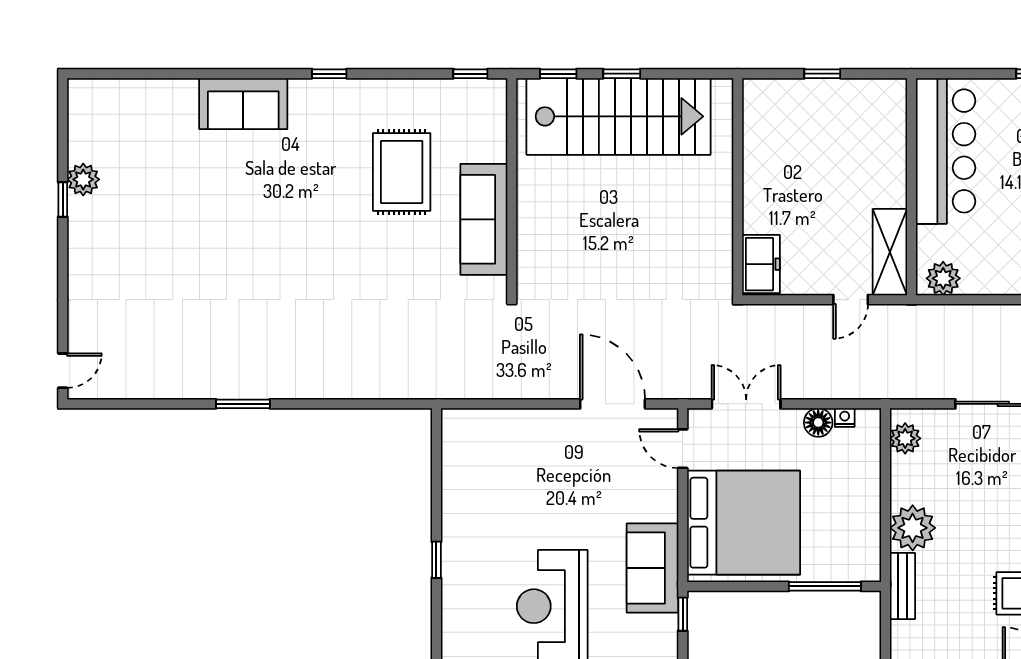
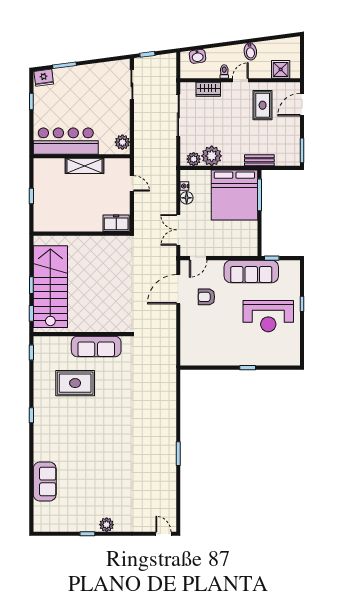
sofa: (243, 104) -> (45, 481), moved
plant: (83, 179) -> (107, 525), moved
shelving: (890, 252) -> (84, 166), moved
armchair: (595, 467) -> (206, 297), added
bed: (744, 523) -> (234, 195), moved, turned 180
plant: (913, 528) -> (212, 156), moved
sofa: (653, 568) -> (251, 271), width x1.36

